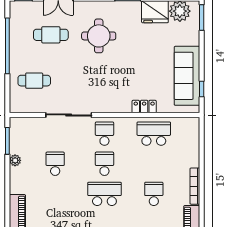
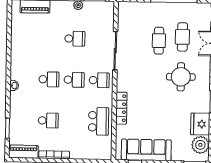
cafe table: (34, 81) -> (159, 41), moved
locker: (144, 107) -> (121, 108), width x1.53
school desk: (104, 194) -> (49, 79), width x0.54

